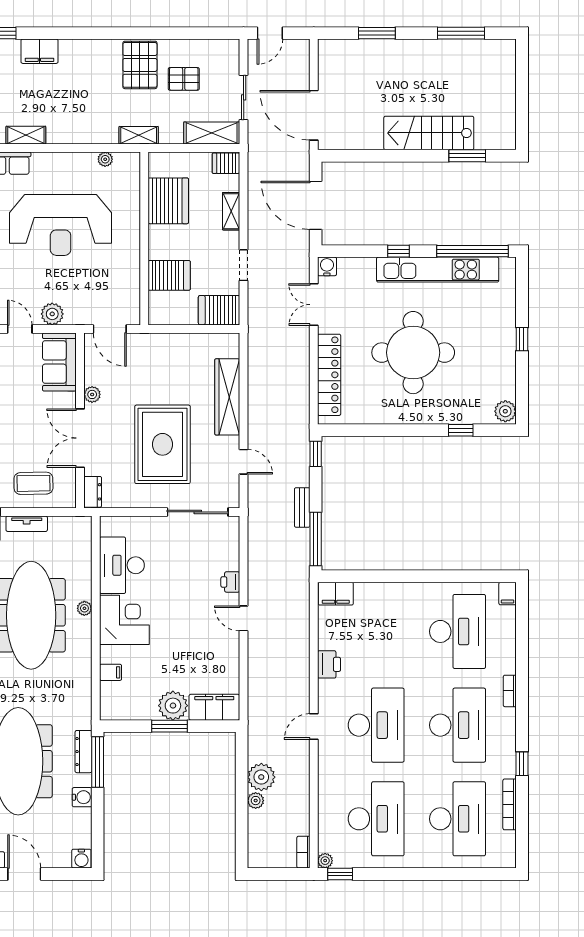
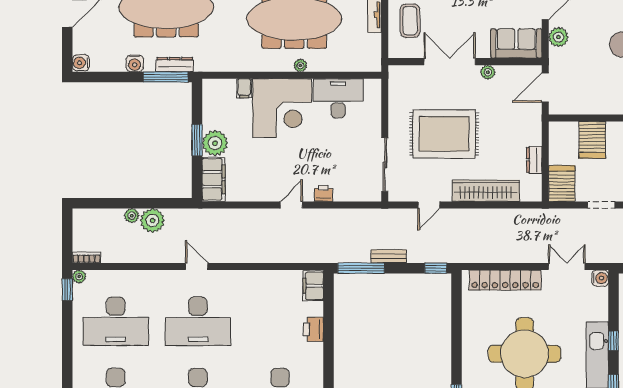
dresser: (93, 492) -> (534, 160), moved, turned 90
corner desk: (124, 620) -> (282, 108), width x1.36, depth x1.36
printer: (329, 664) -> (313, 329), moved, turned 90

